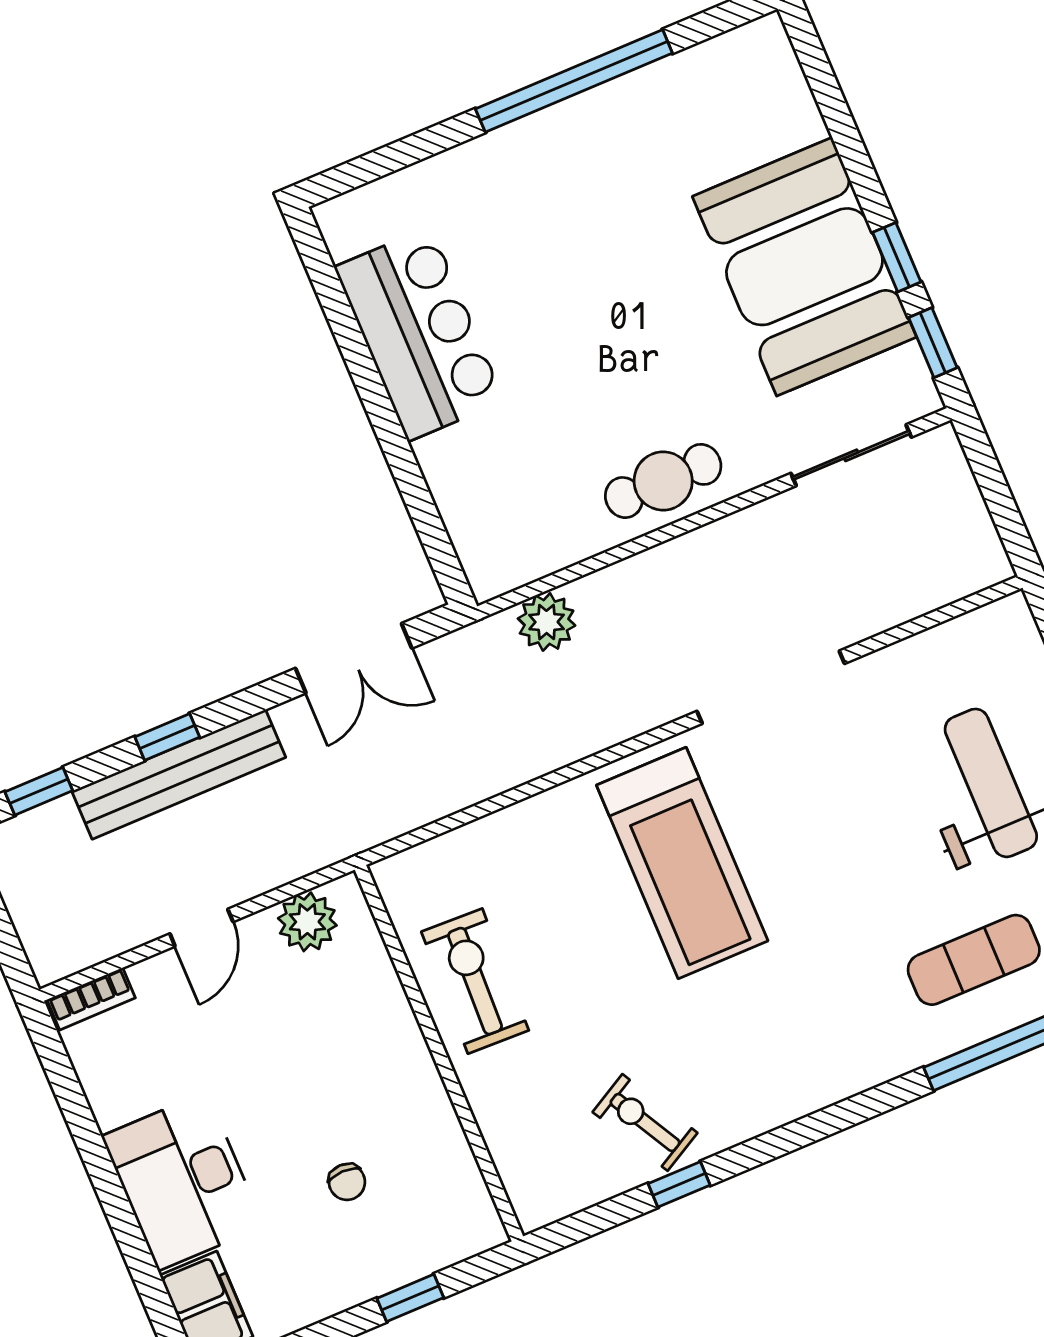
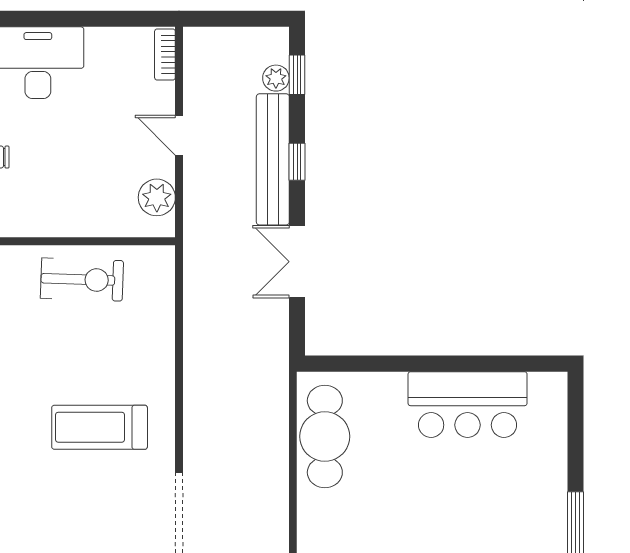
cafe table: (663, 481) -> (325, 436), moved, width x1.37, depth x1.35
plant: (547, 622) -> (276, 78), moved, width x0.73, depth x0.73
double door: (354, 658) -> (297, 262), moved
treadmill: (682, 863) -> (100, 427), width x0.73, depth x0.73

